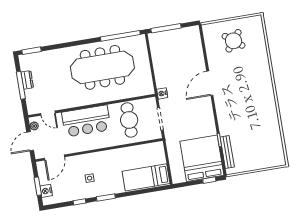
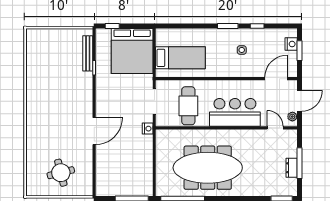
round table: (234, 41) -> (61, 173), turned 38
bed: (202, 158) -> (132, 51), moved
bed: (146, 177) -> (180, 58), moved

